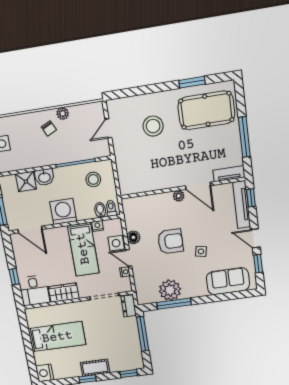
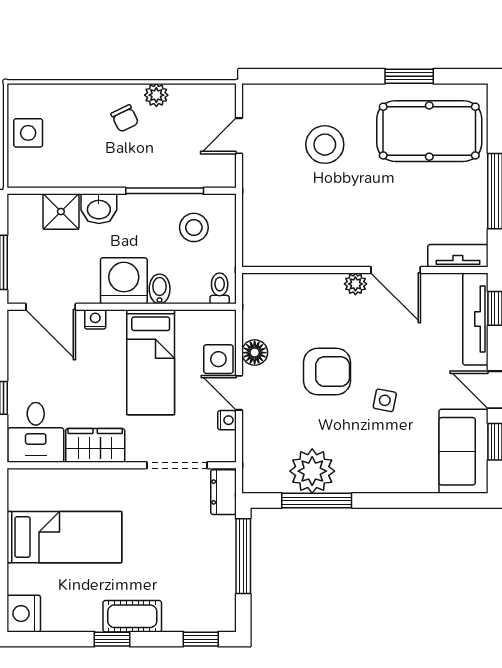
bidet: (100, 210) -> (160, 289), moved
nightstand: (97, 226) -> (95, 319), moved
sofa: (228, 281) -> (463, 451), moved, turned -90

